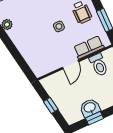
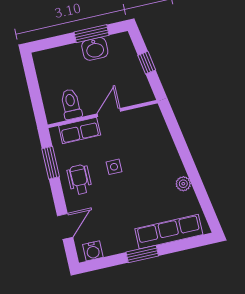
window: (94, 118) -> (92, 34), width x1.50

